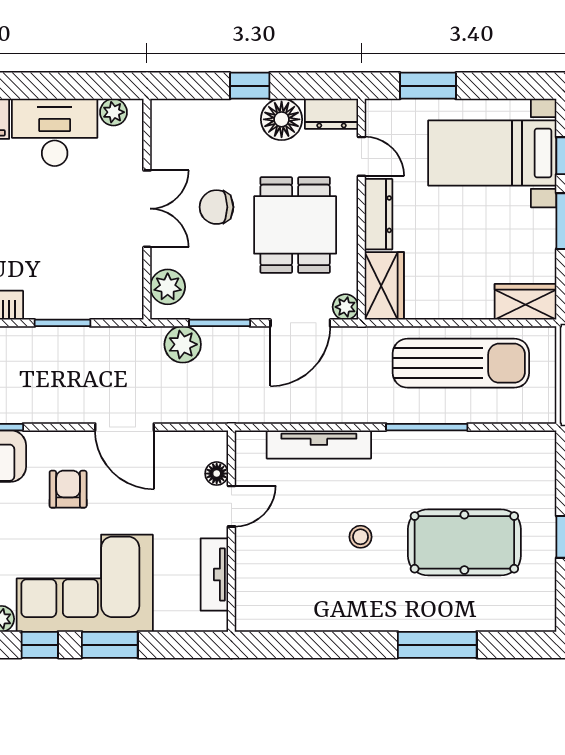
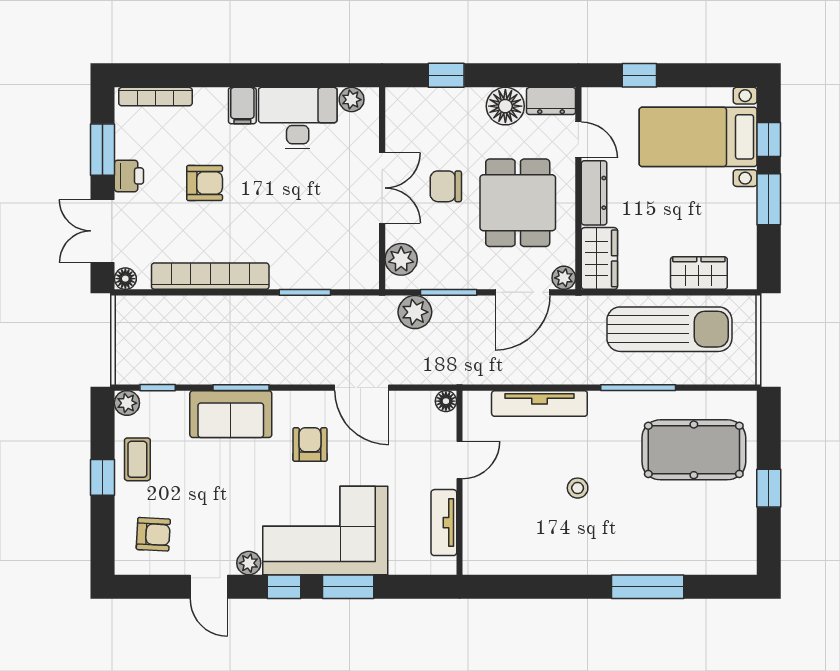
window: (250, 86) -> (446, 75), moved
window: (428, 86) -> (639, 75), width x0.67
wardrobe: (526, 302) -> (699, 273), moved
floor lamp: (217, 474) -> (446, 401), moved
pool table: (464, 542) -> (694, 450), moved

